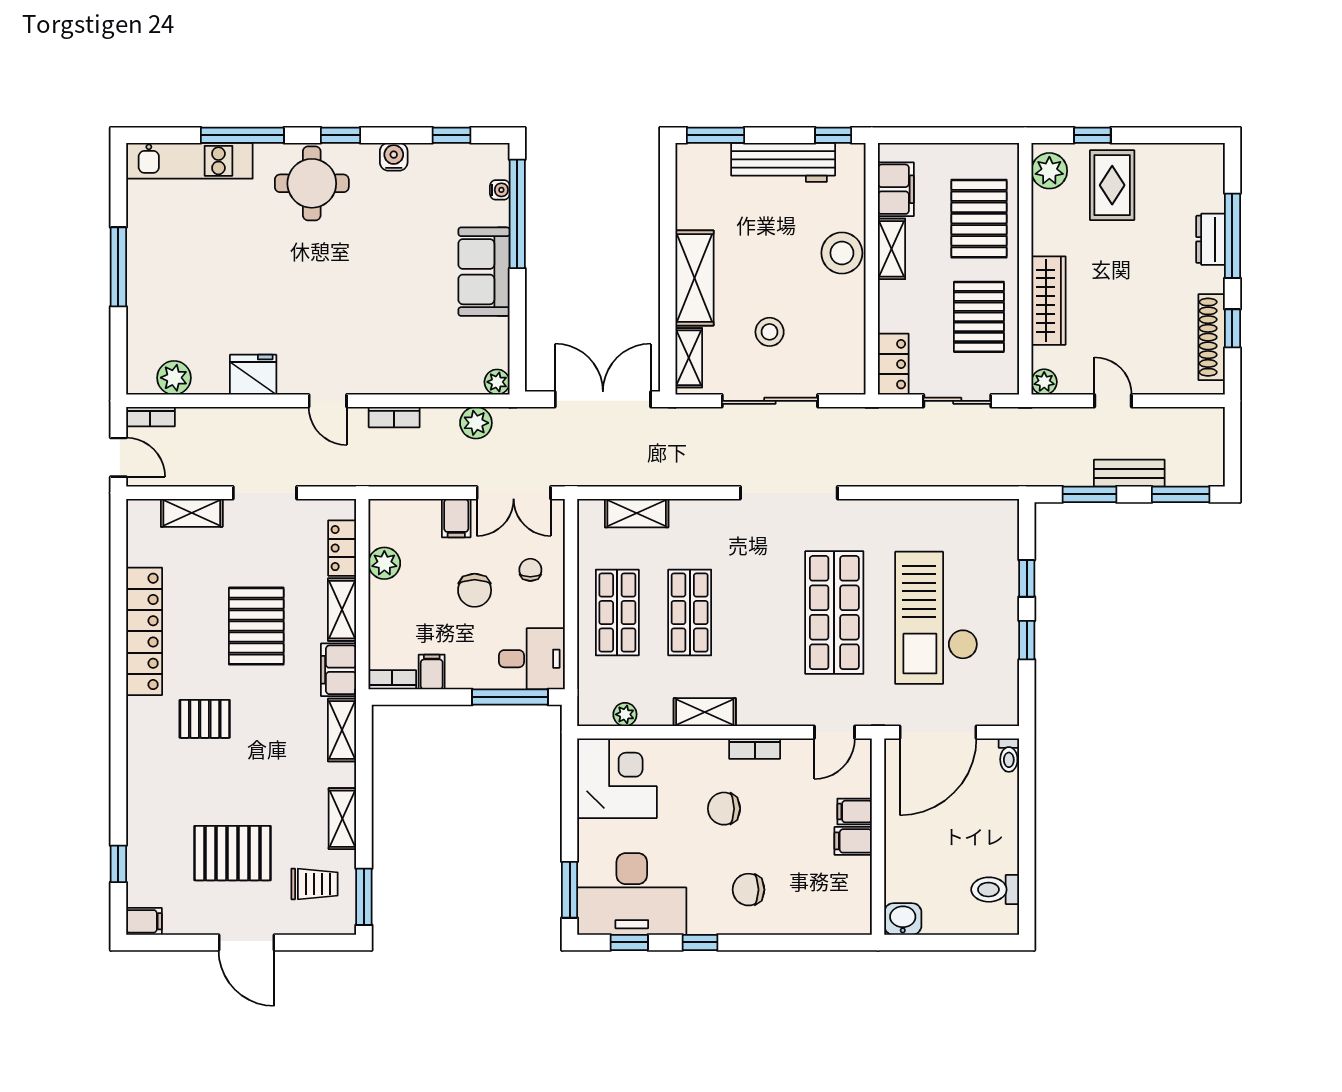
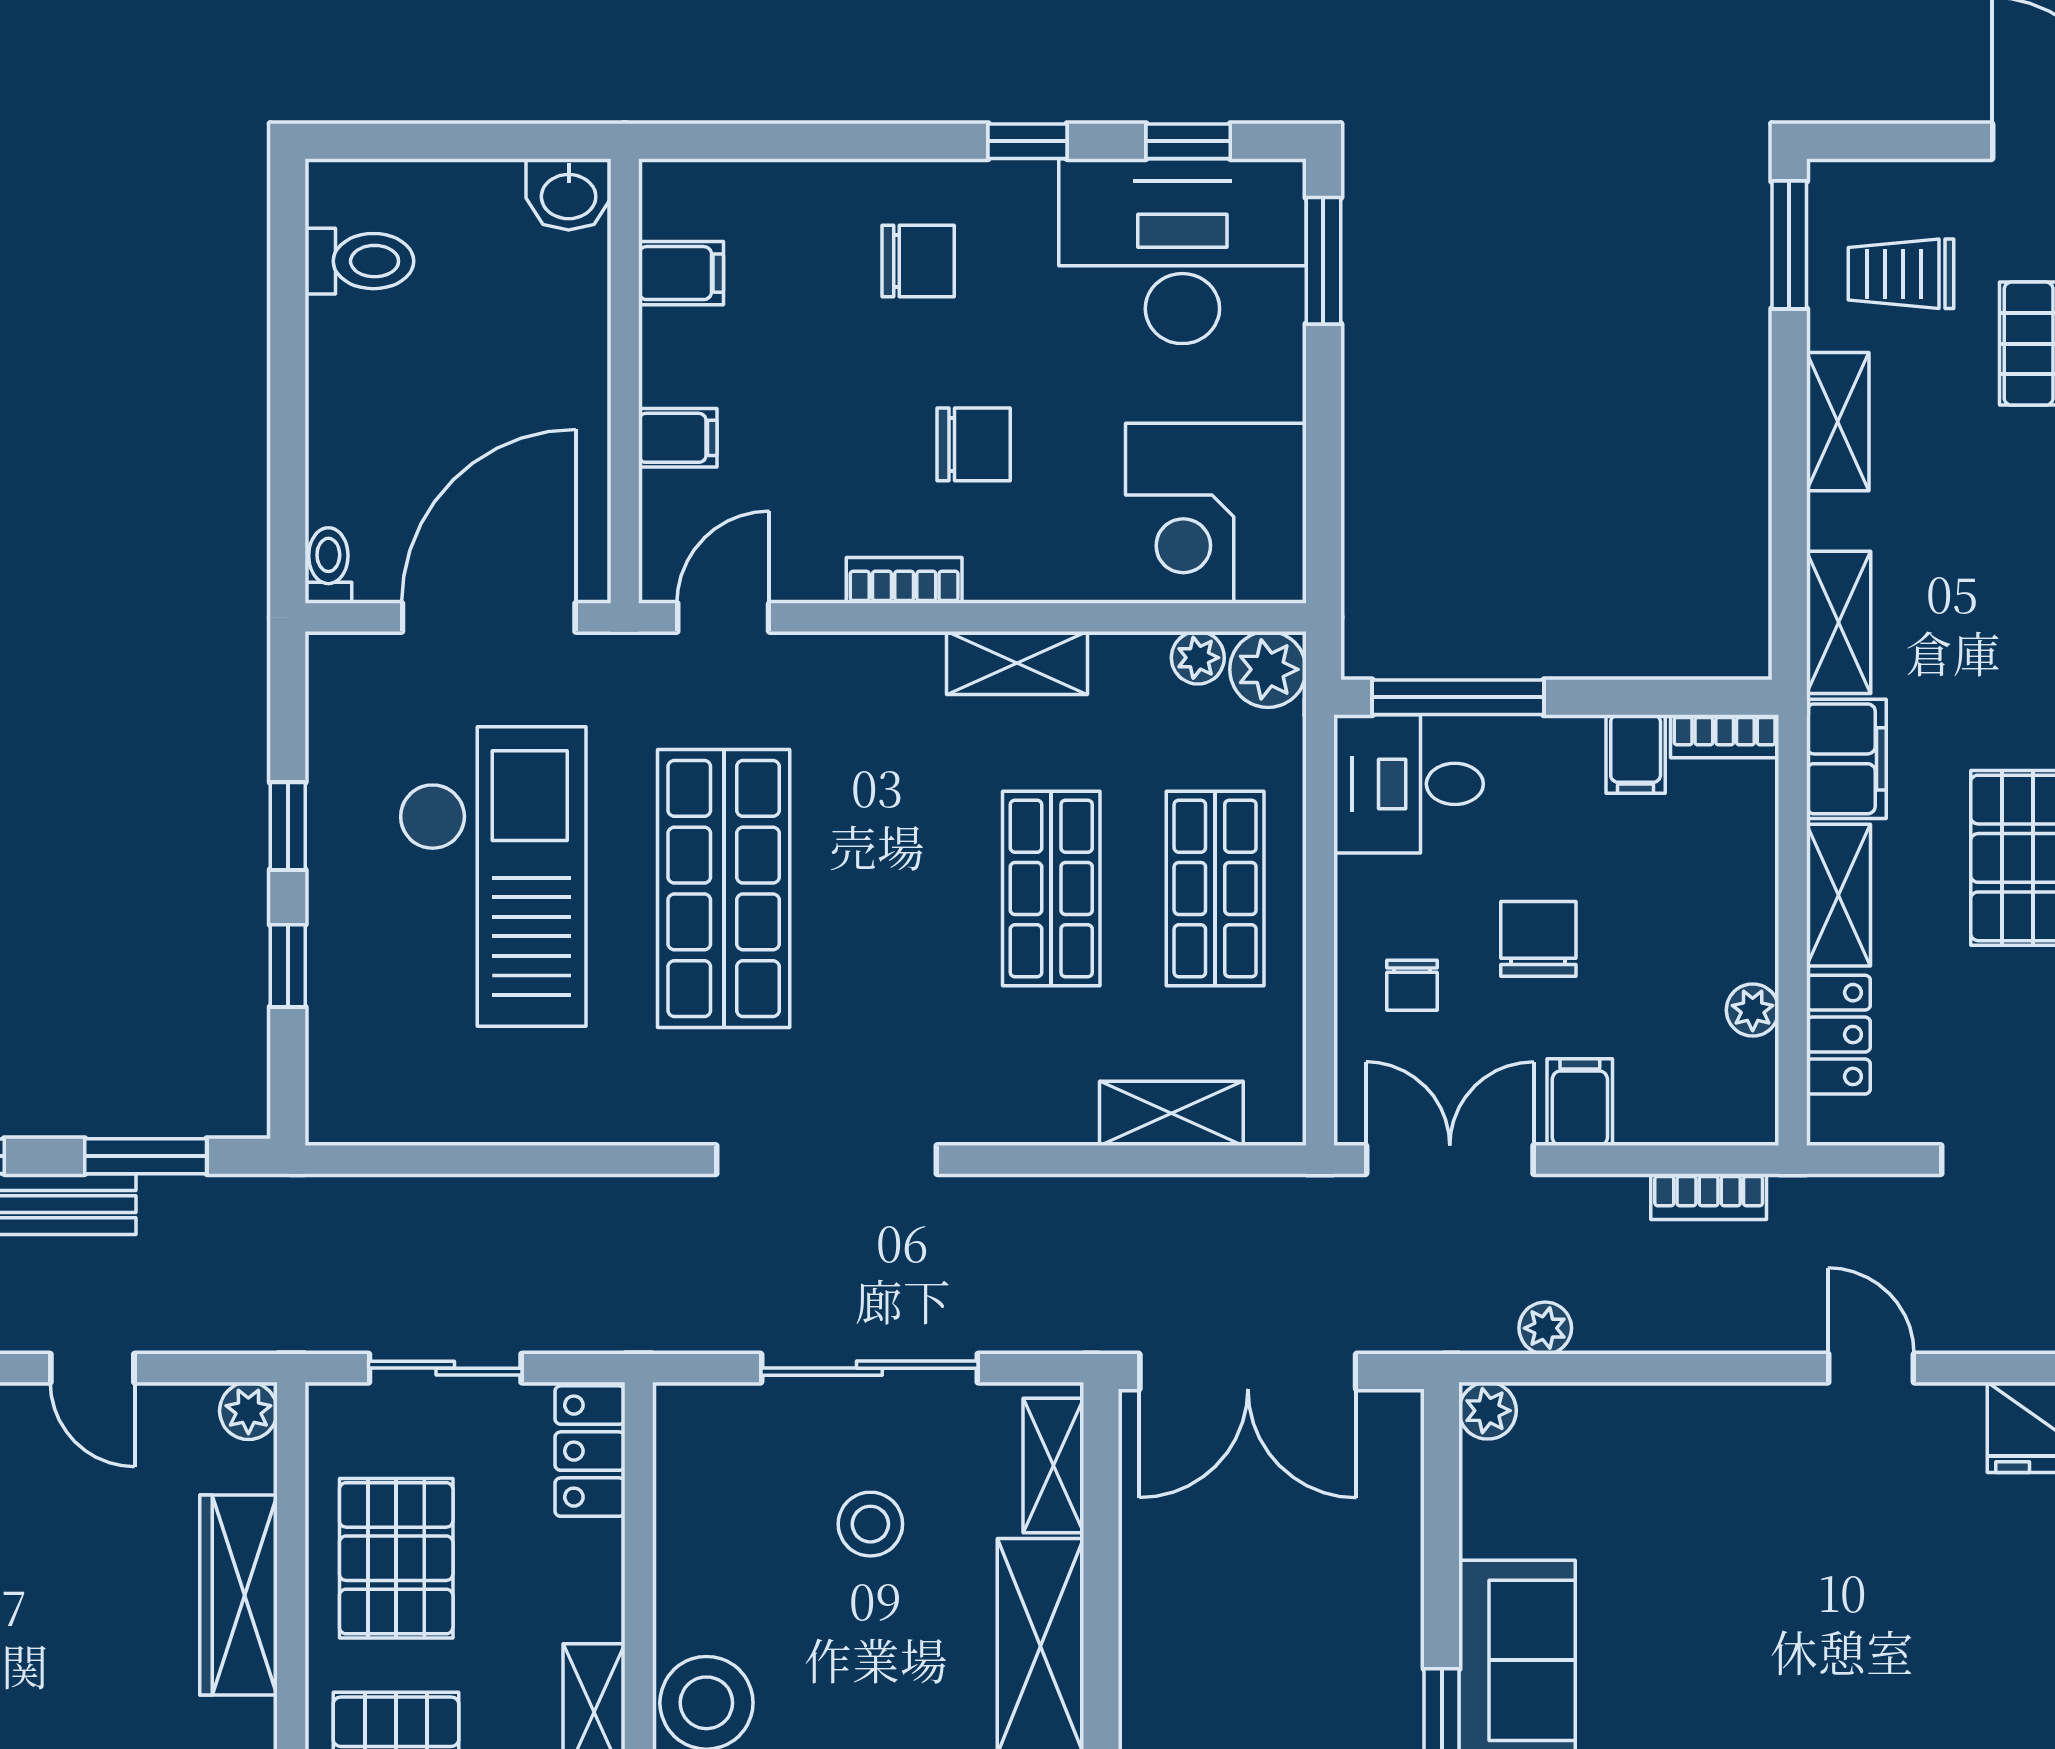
bookcase: (394, 417) -> (1709, 1197), moved, turned 180
plant: (476, 423) -> (1545, 1328), width x0.73, depth x0.73
plant: (384, 563) -> (1753, 1010), width x0.73, depth x0.73
plant: (594, 709) -> (1268, 669), added
filing cabinet: (853, 841) -> (681, 273), moved

